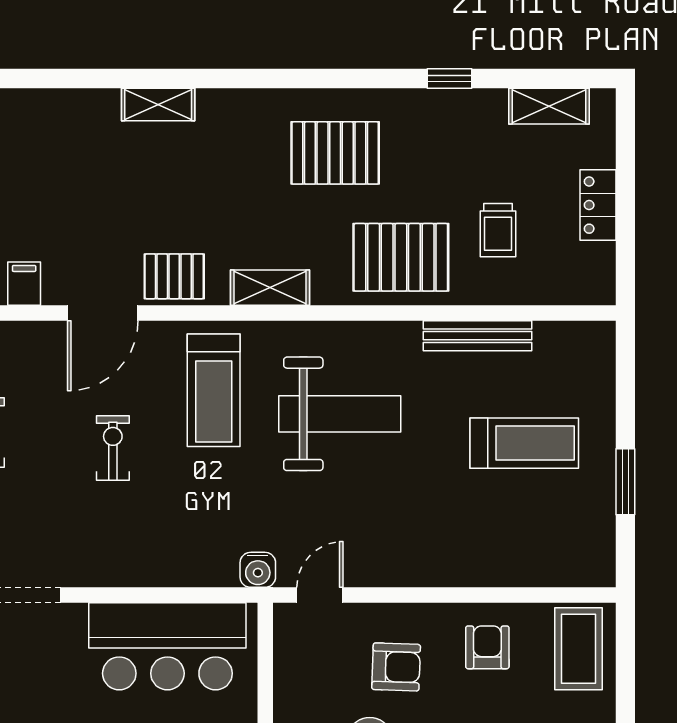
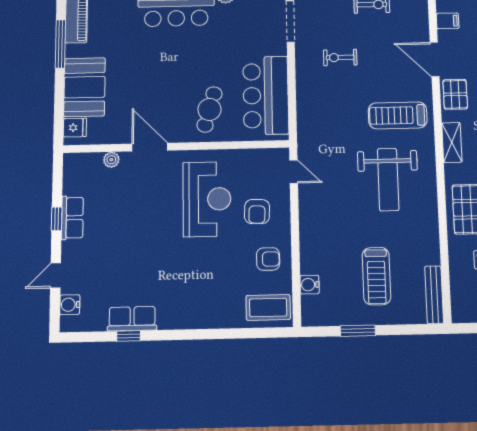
bench: (477, 336) -> (434, 295), moved
exercise bike: (113, 448) -> (340, 57), moved, turned 180
water cooler: (258, 570) -> (310, 285), moved

